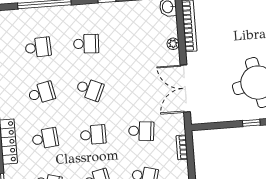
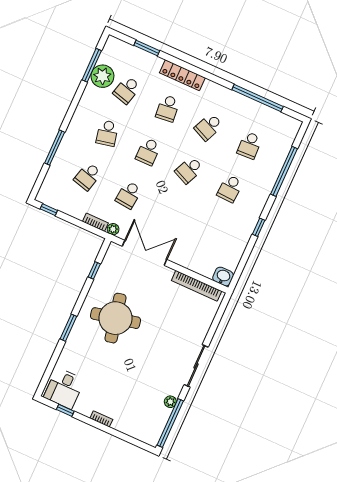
plant: (173, 44) -> (113, 229), moved
school desk: (42, 93) -> (209, 127), turned 36
window: (251, 123) -> (94, 270), moved

